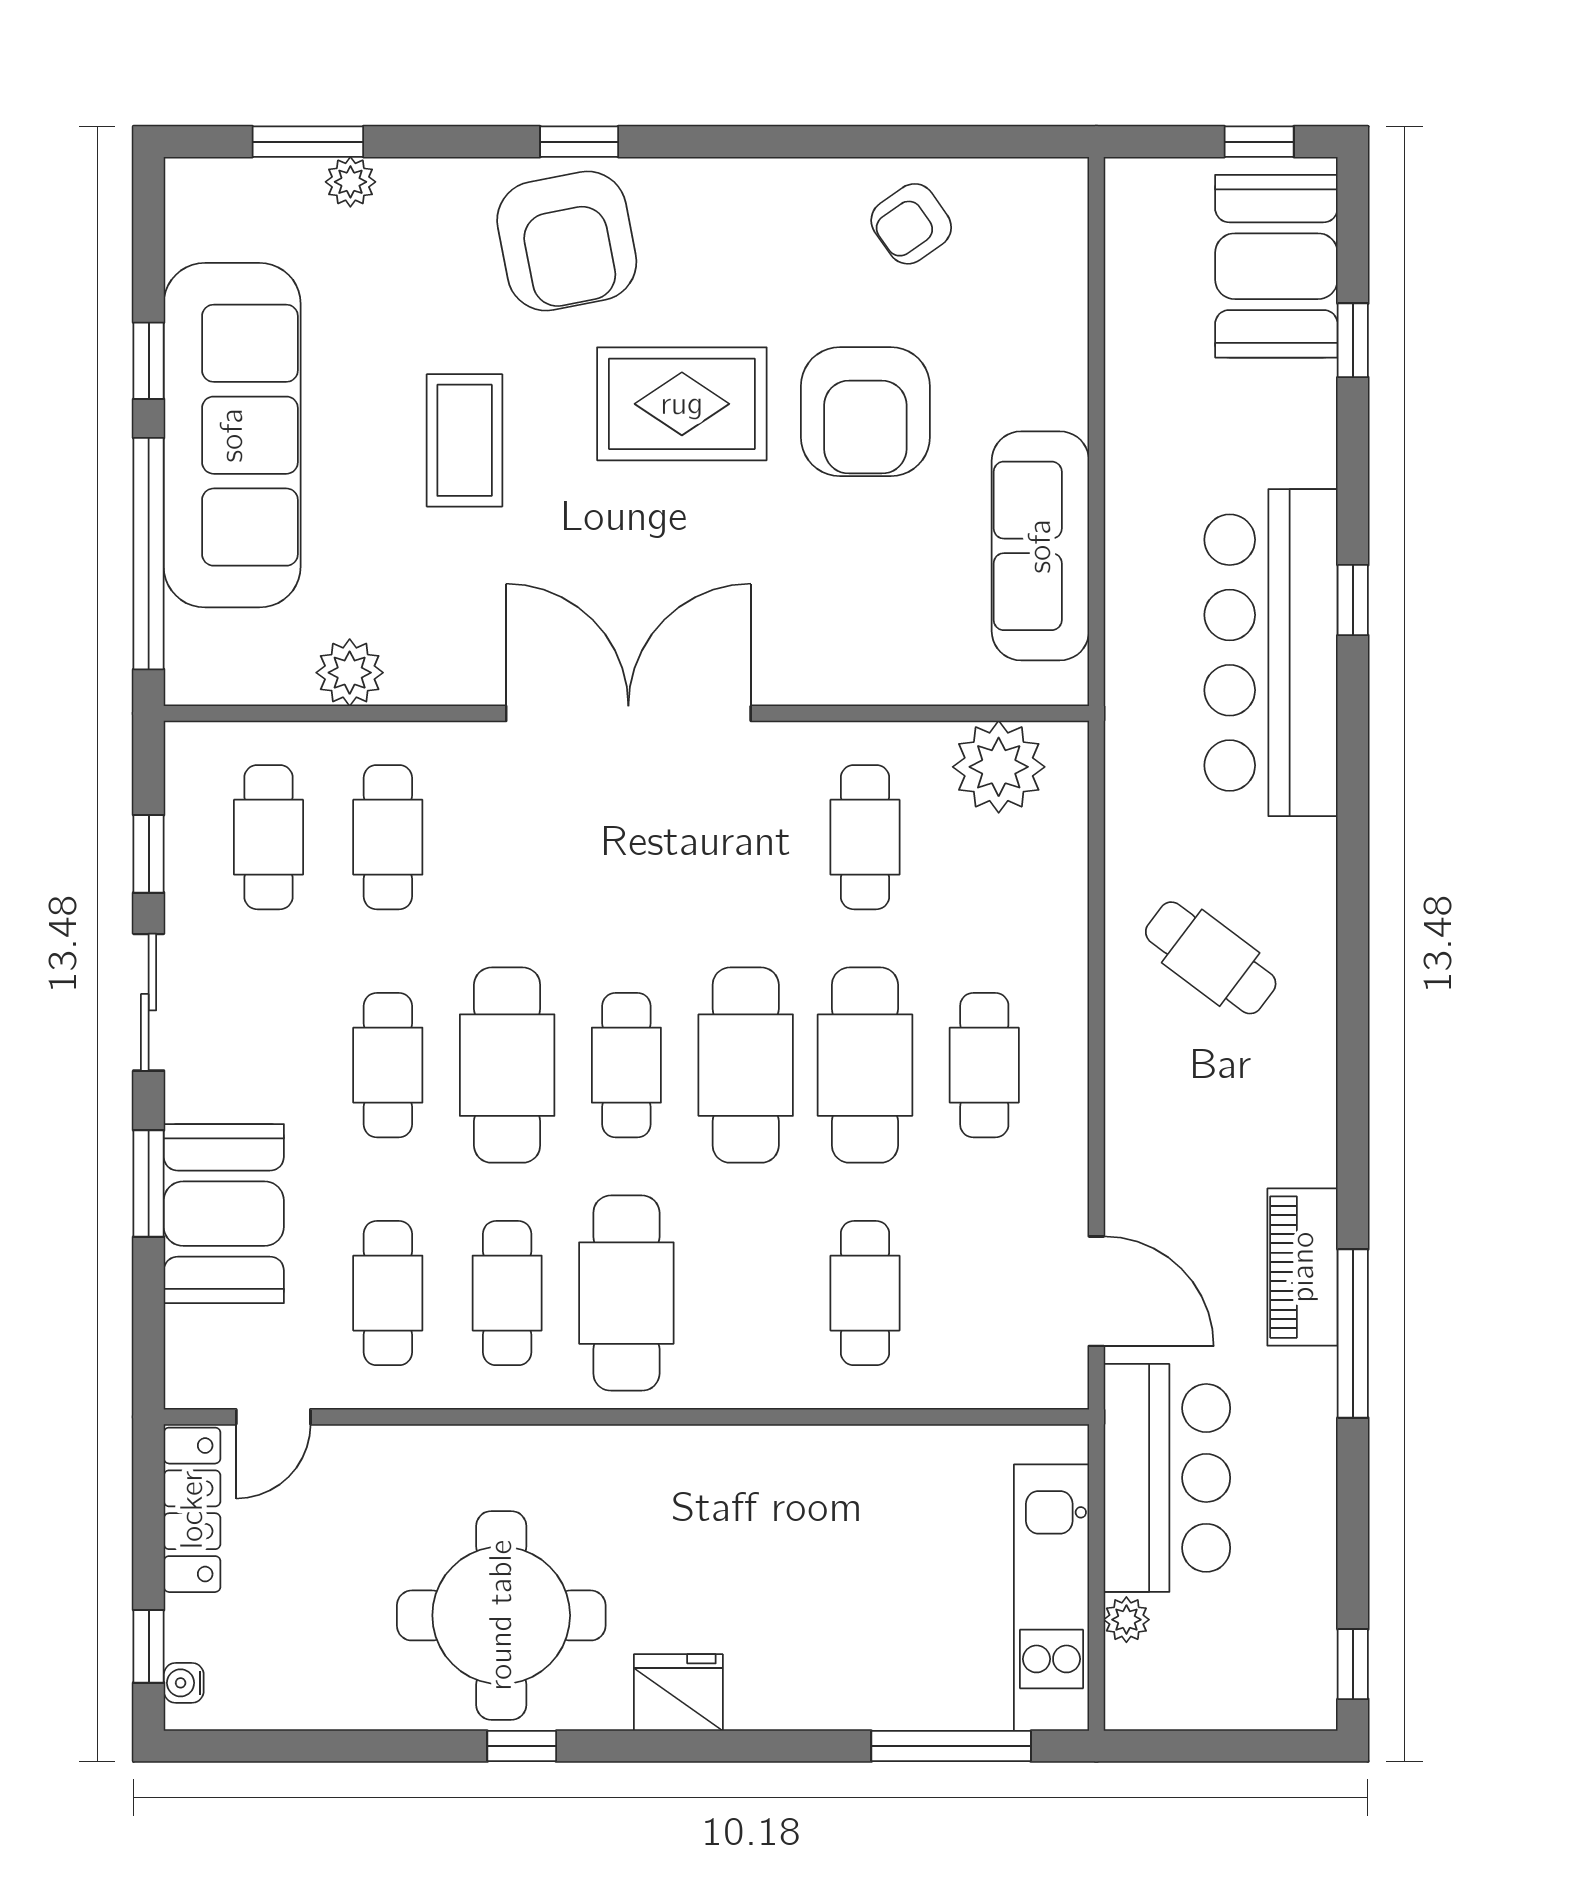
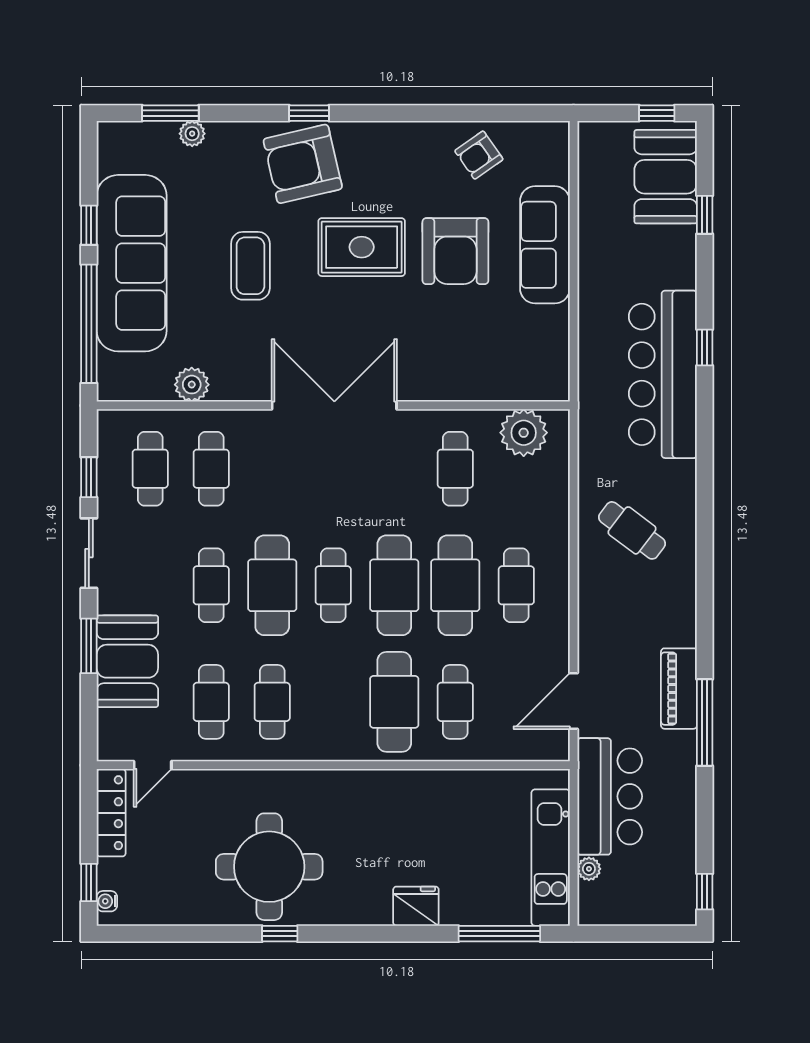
armchair: (567, 241) -> (303, 164), turned 88
sofa: (1040, 546) -> (545, 245), moved
door: (1096, 1291) -> (574, 701), swing flipped
cafe table: (626, 1293) -> (394, 702), moved
fridge: (678, 1693) -> (416, 906), moved

